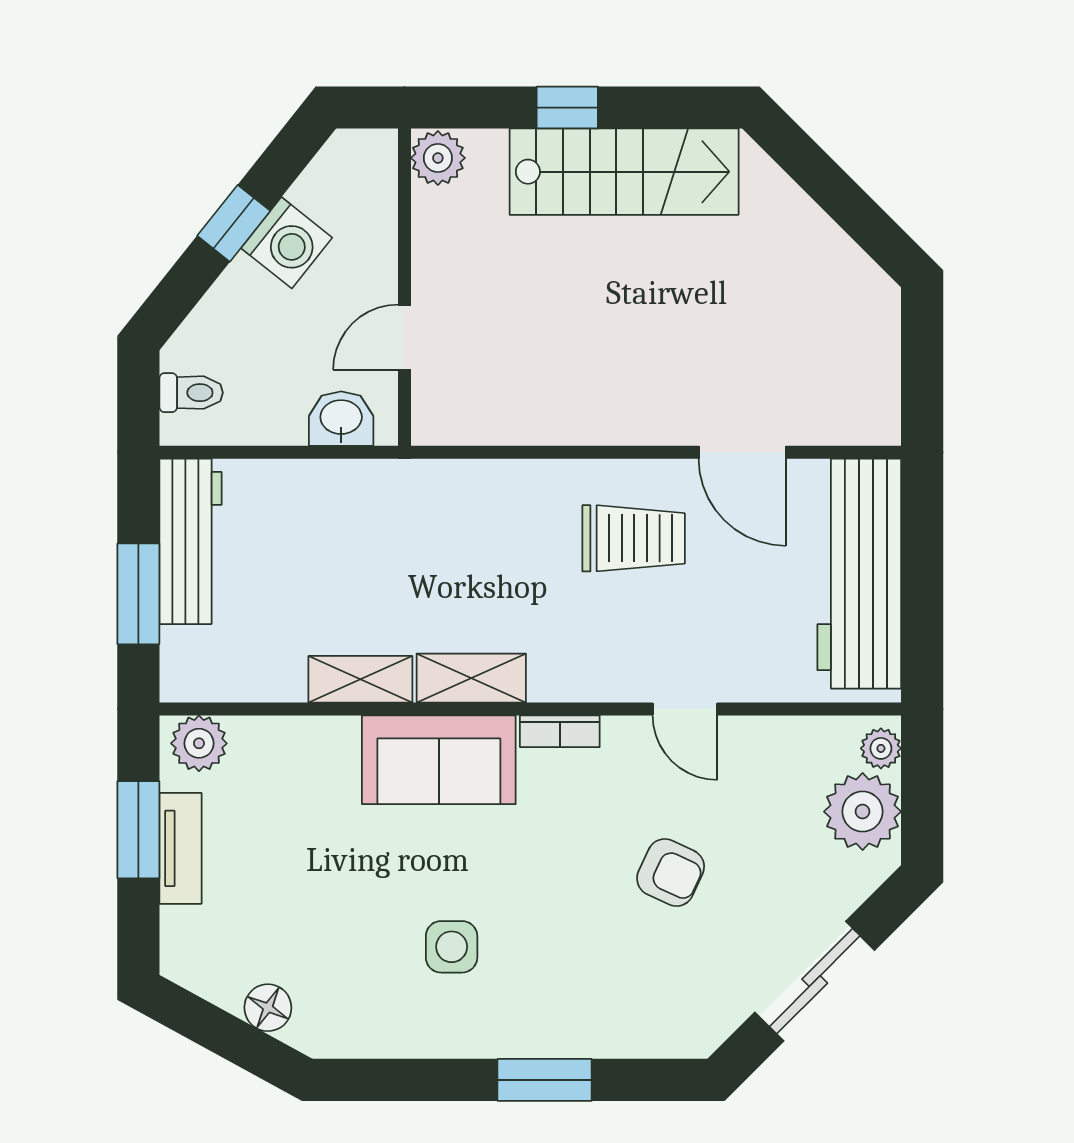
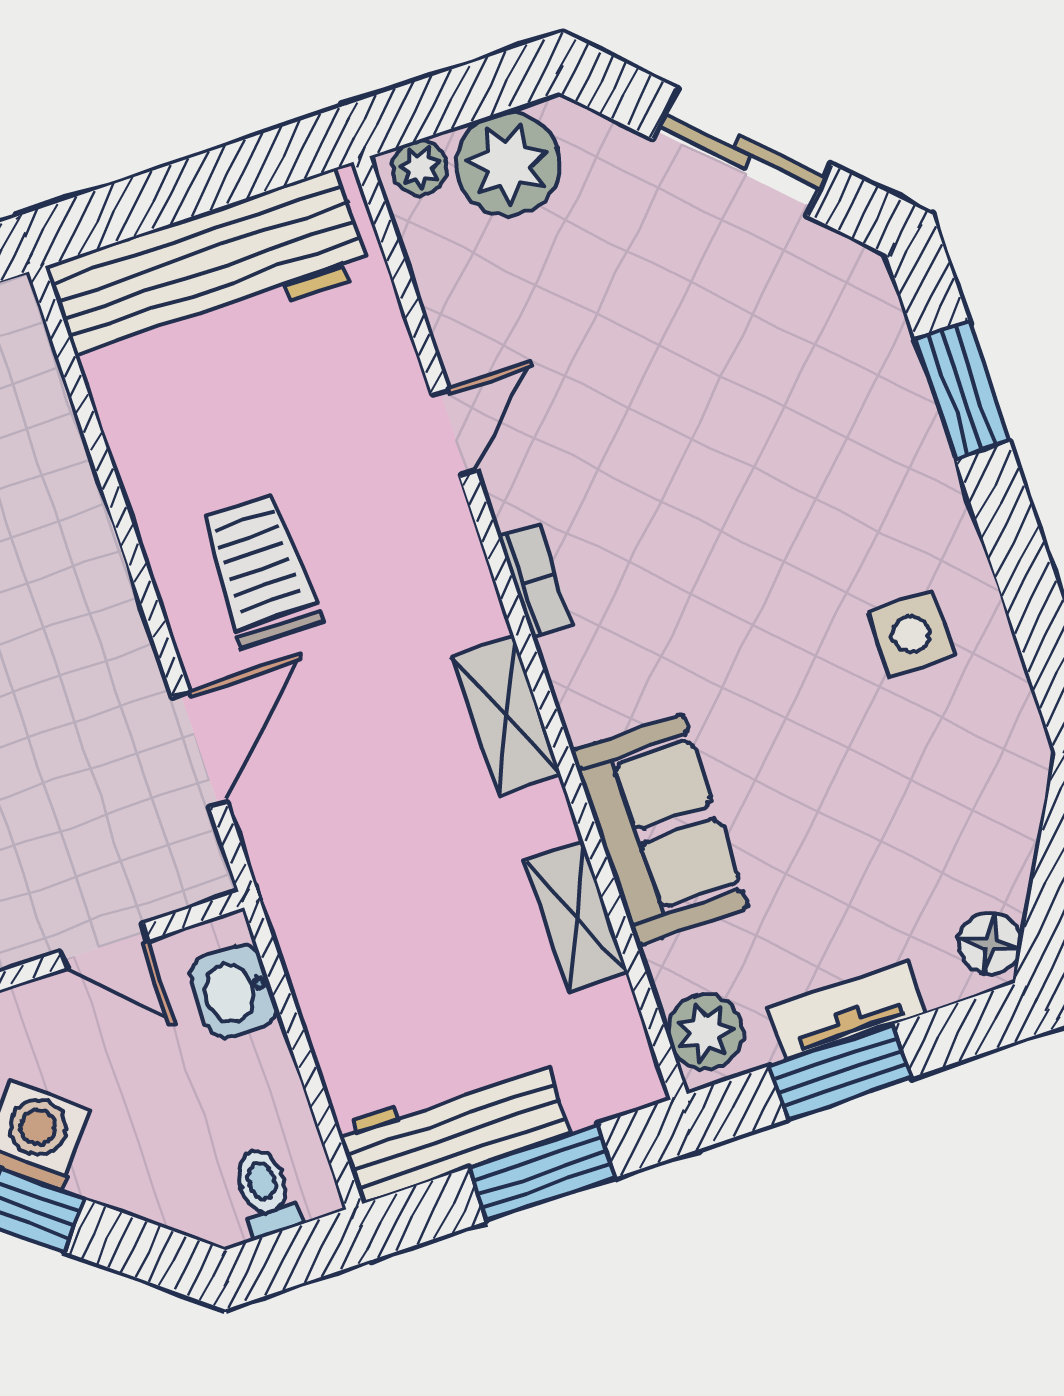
door: (742, 452) -> (200, 749), moved
shelving: (360, 679) -> (576, 916), moved
sofa: (439, 760) -> (660, 829), moved
armchair: (671, 873) -> (667, 381), removed
side table: (452, 947) -> (911, 634), moved
floor lamp: (268, 1008) -> (990, 943), moved
window: (545, 1080) -> (962, 390), moved

